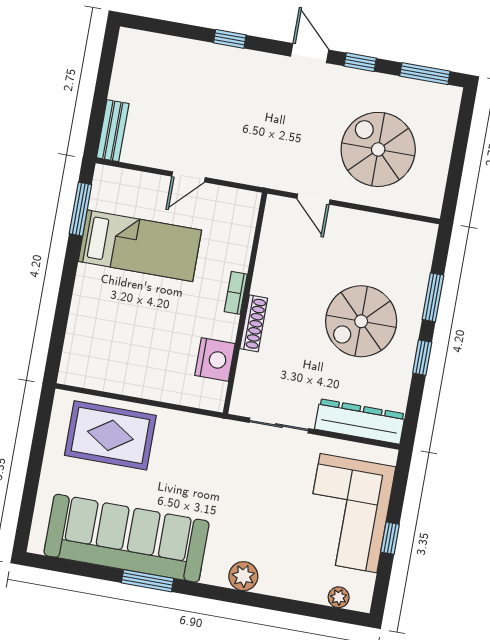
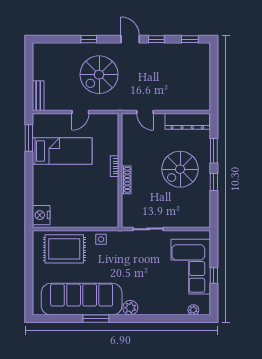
window: (425, 74) -> (190, 39), width x0.67
spiral stairs: (378, 149) -> (99, 75), moved, turned -90
nightstand: (215, 360) -> (41, 215), moved, turned 180
dresser: (360, 421) -> (187, 121), moved, turned 180
side table: (185, 429) -> (101, 239), added
plant: (243, 576) -> (130, 308), moved

